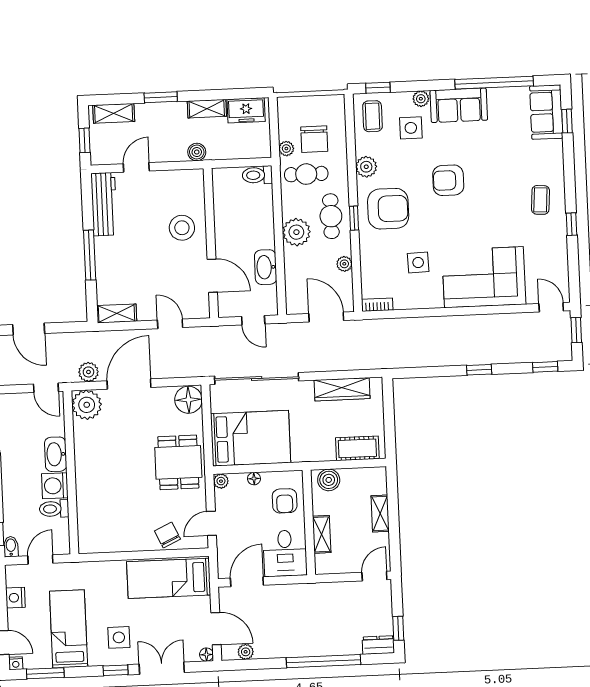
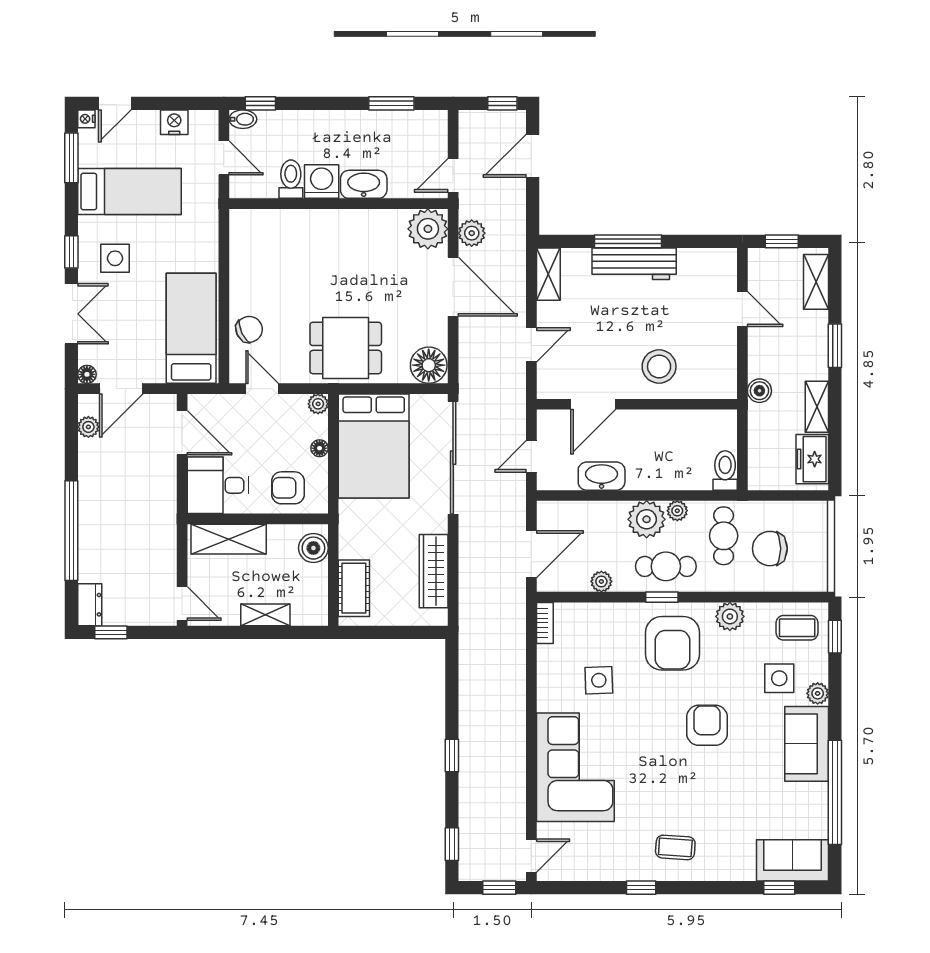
plant: (286, 149) -> (677, 511), moved
workbench: (104, 204) -> (634, 264), moved
shelving: (322, 534) -> (229, 539), width x1.50, depth x1.33

